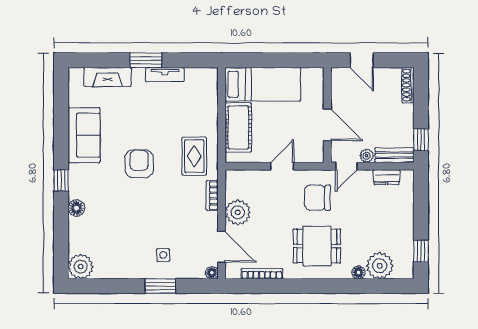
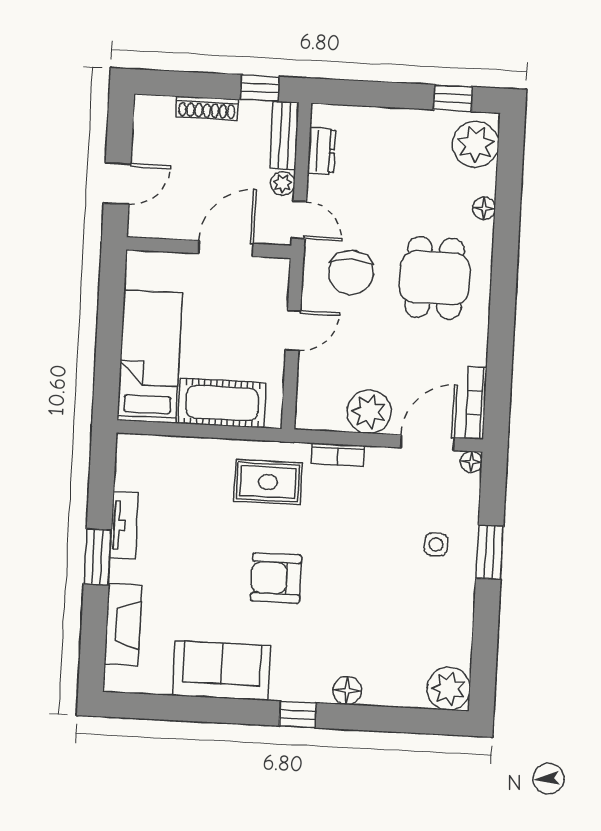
shoe rack: (408, 85) -> (207, 108), moved
door: (282, 166) -> (293, 331), swing flipped
plant: (380, 266) -> (476, 144), moved
bookcase: (262, 274) -> (476, 403), moved

